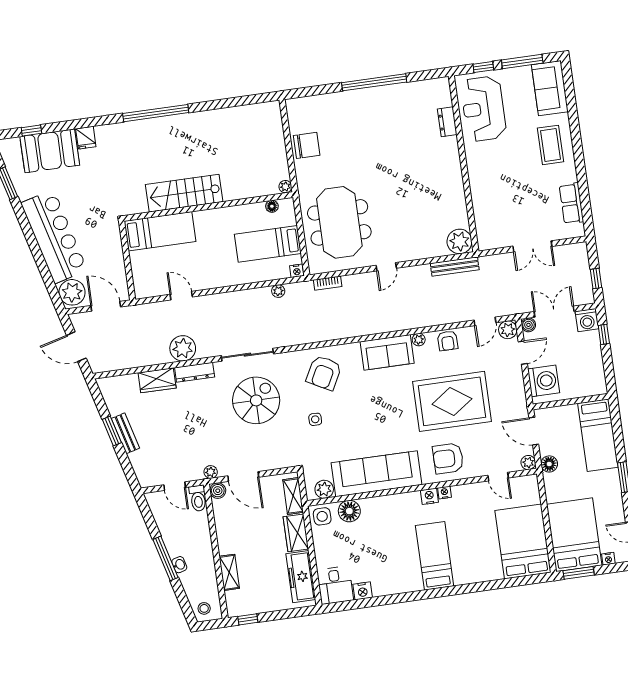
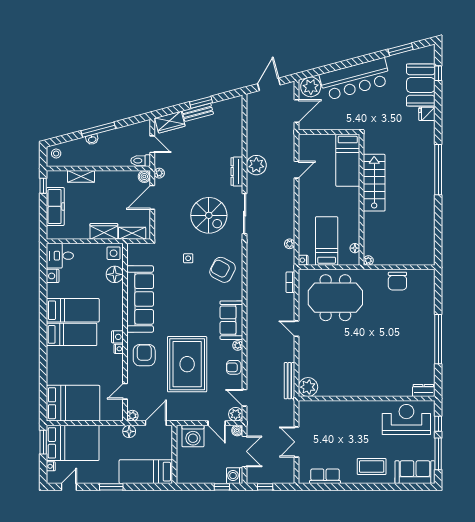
dresser: (447, 122) -> (423, 390), moved
wardrobe: (157, 380) -> (170, 122), moved, turned -105
door: (175, 486) -> (152, 144), swing flipped
plant: (324, 489) -> (134, 258), removed
bed: (403, 559) -> (73, 310), added
freezer: (301, 577) -> (55, 206), moved, turned 90

